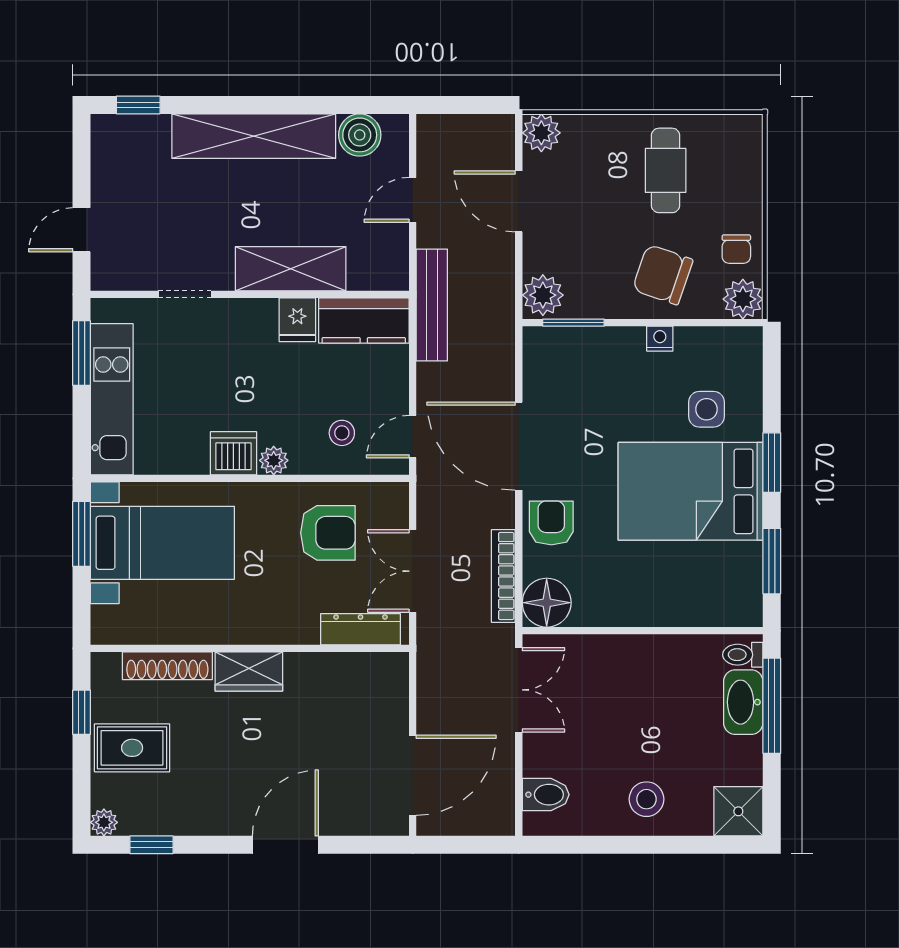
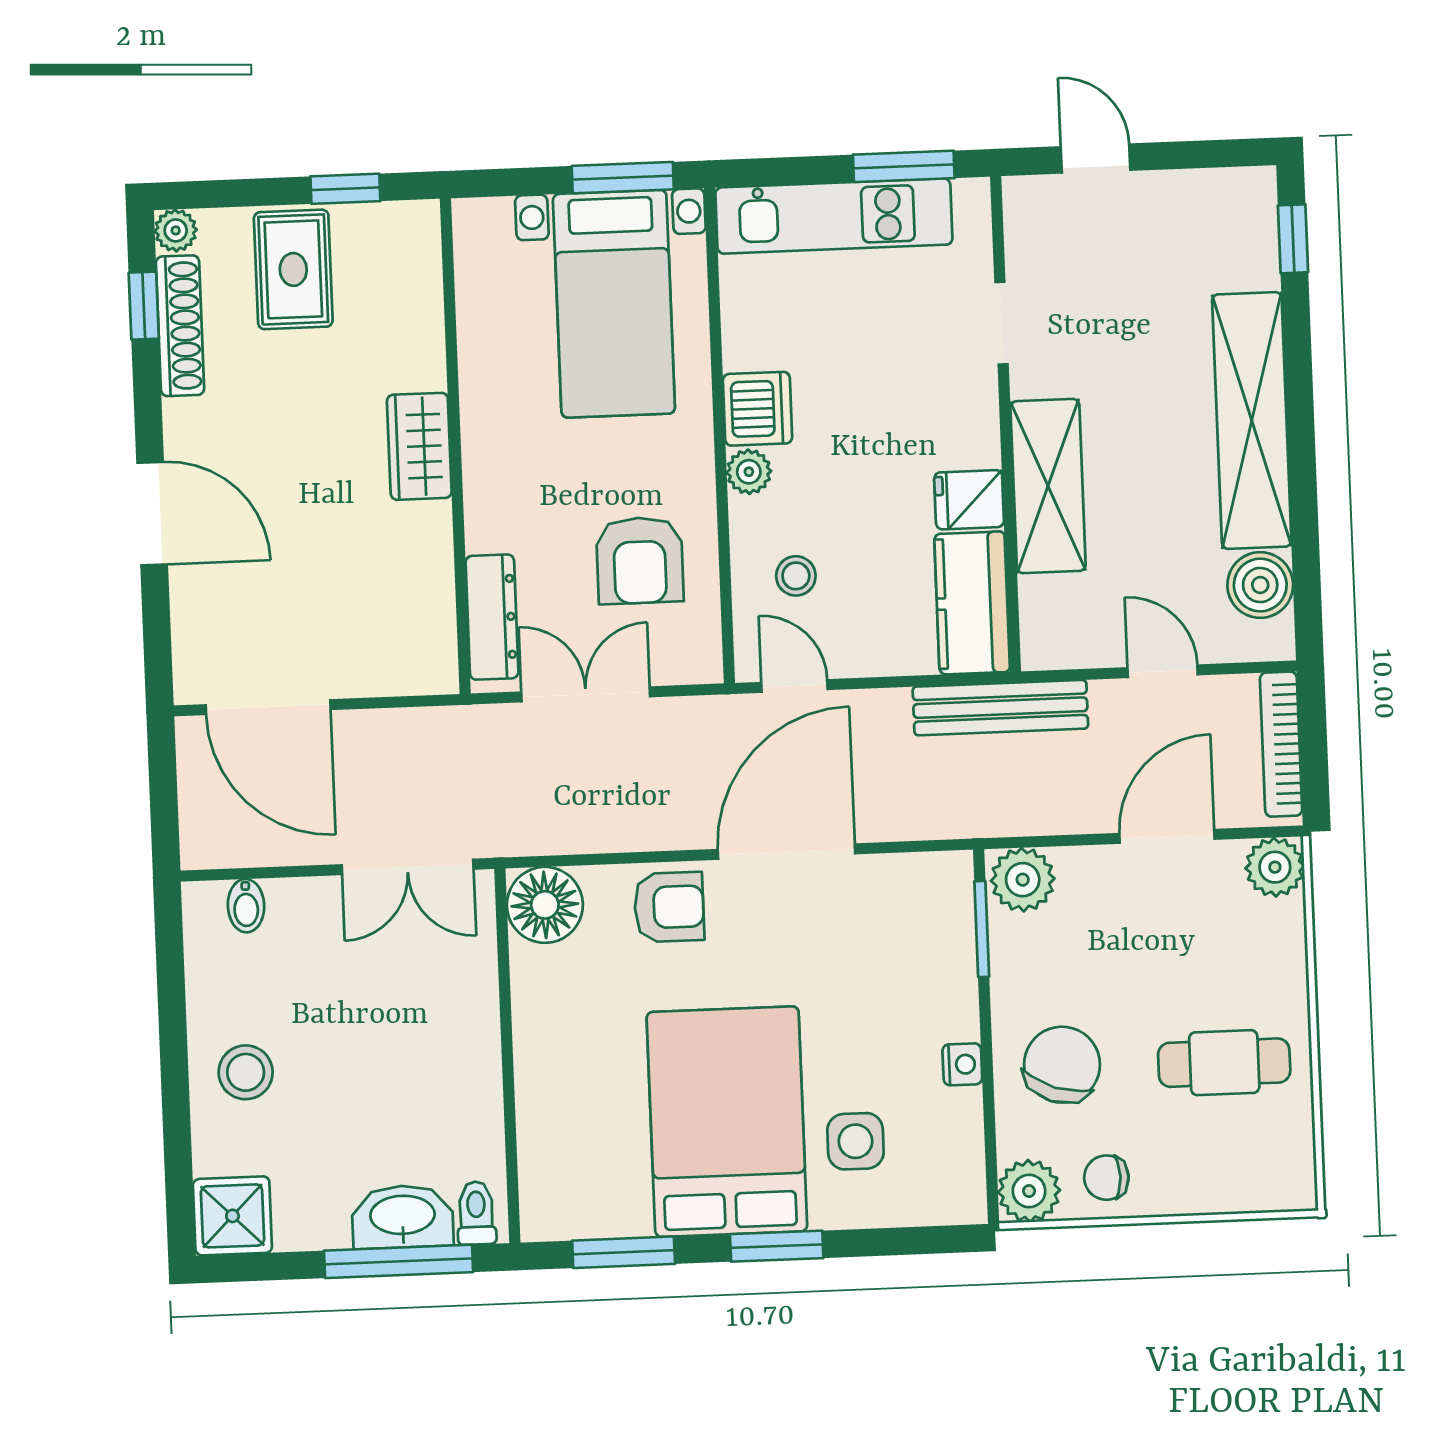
bookcase: (503, 576) -> (1281, 744), moved, turned -90
shoe rack: (167, 666) -> (180, 326), moved, turned 180
bidet: (546, 795) -> (246, 906), width x0.72, depth x0.74

